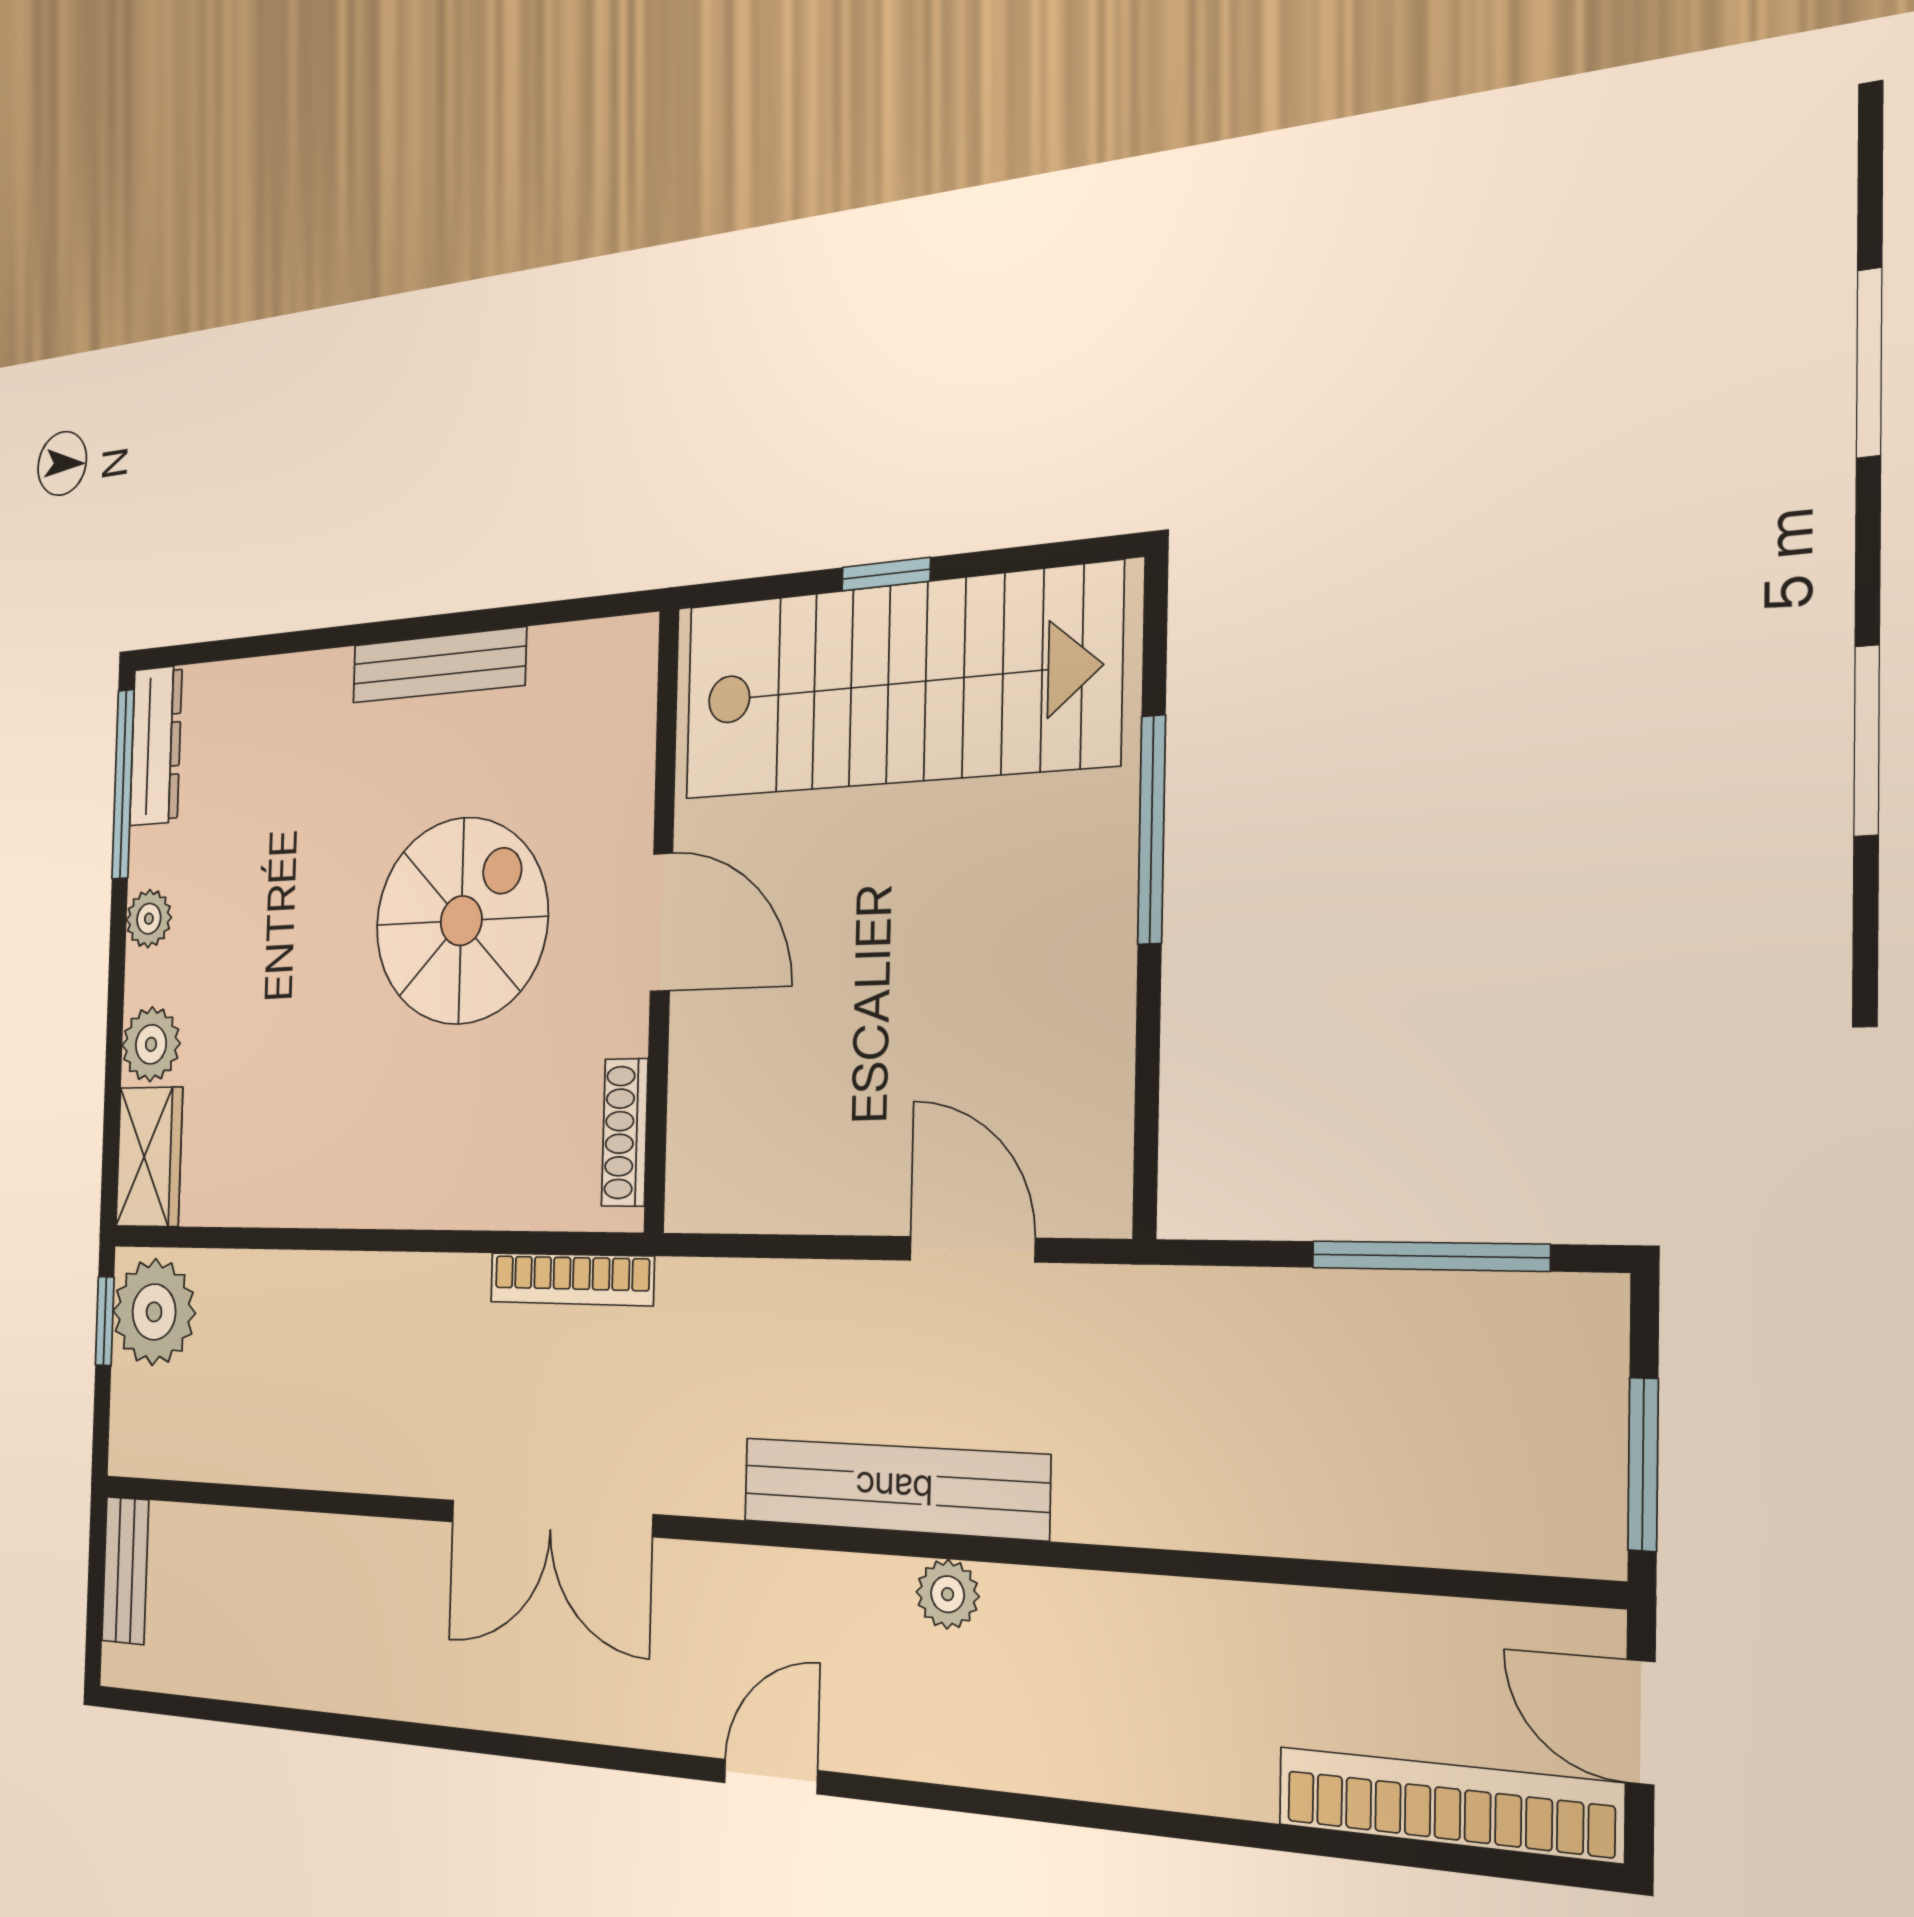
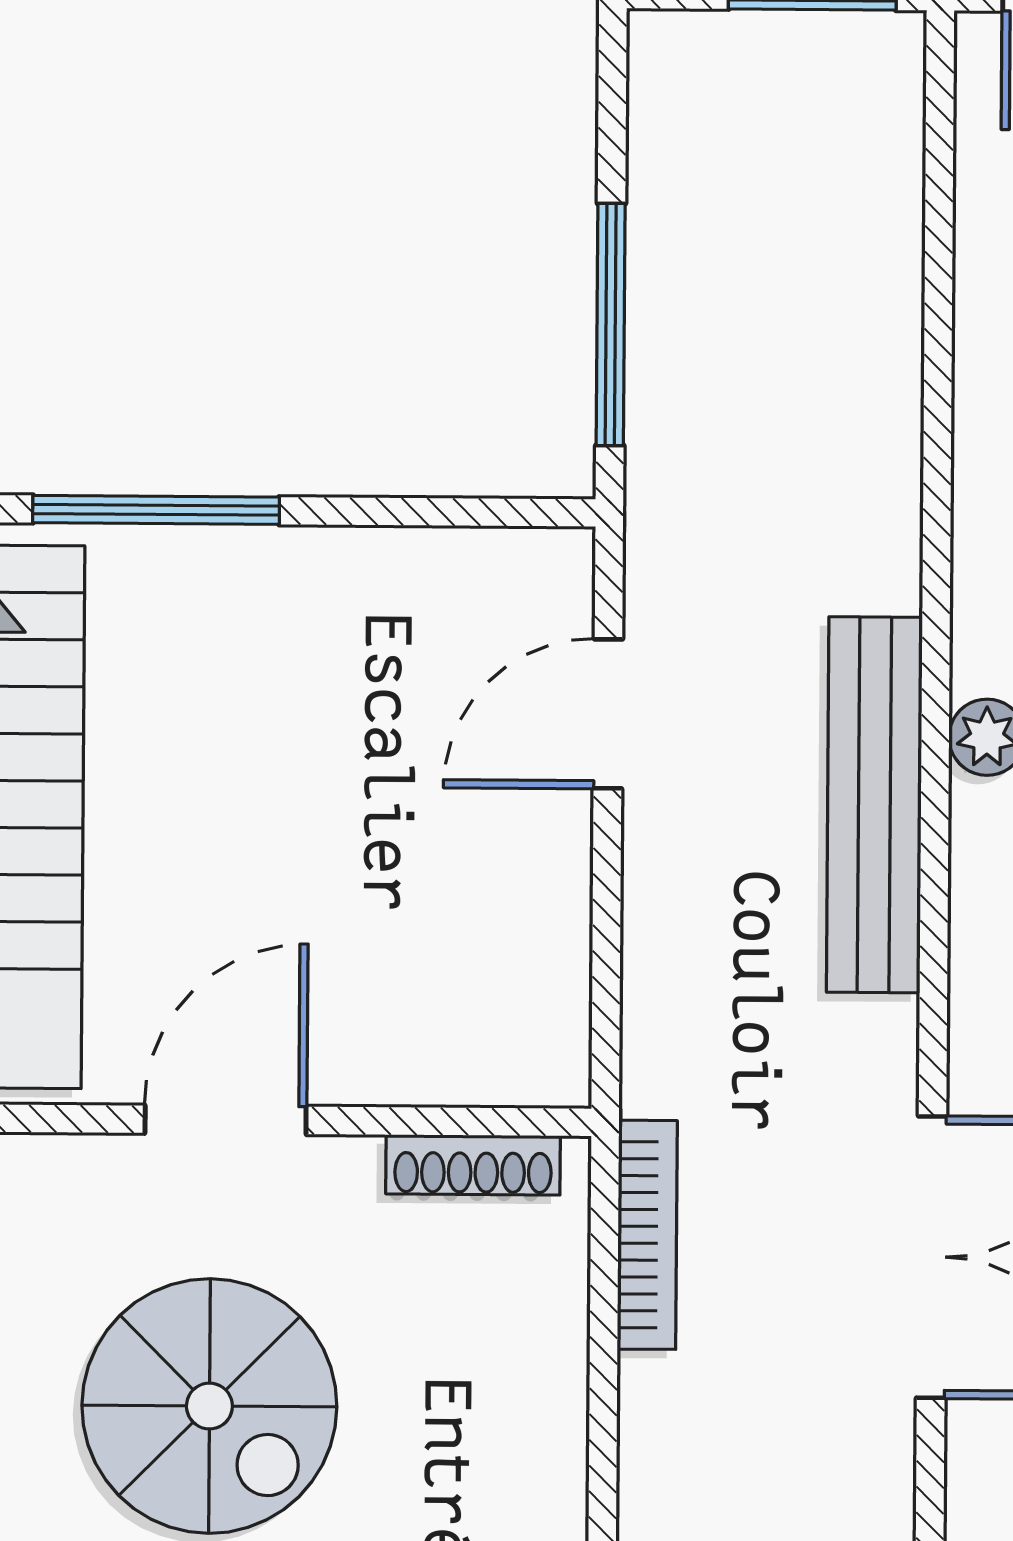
spiral stairs: (461, 921) -> (209, 1406), turned 180
window: (1429, 1256) -> (611, 325), moved

